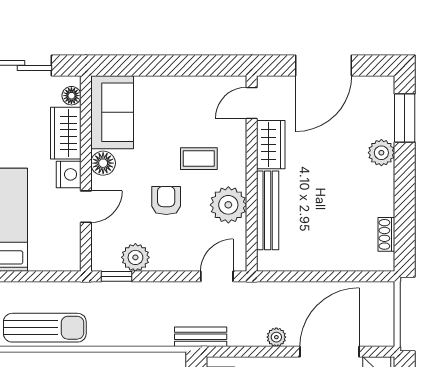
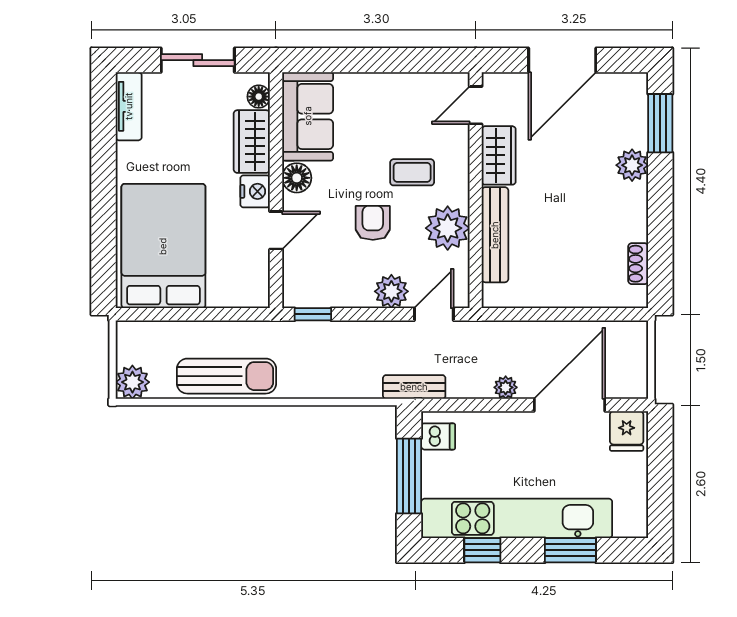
plant: (135, 257) -> (391, 291), moved

